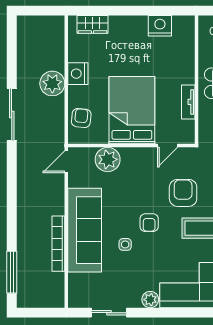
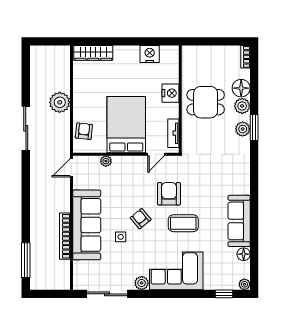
wardrobe: (93, 24) -> (93, 53), width x1.50
nightstand: (78, 74) -> (171, 93), moved, turned 180
tv unit: (188, 102) -> (173, 133), moved
plant: (108, 159) -> (106, 161), width x0.53, depth x0.53
armchair: (149, 223) -> (141, 219), turned 140
sliding door: (109, 313) -> (107, 294), width x1.37

